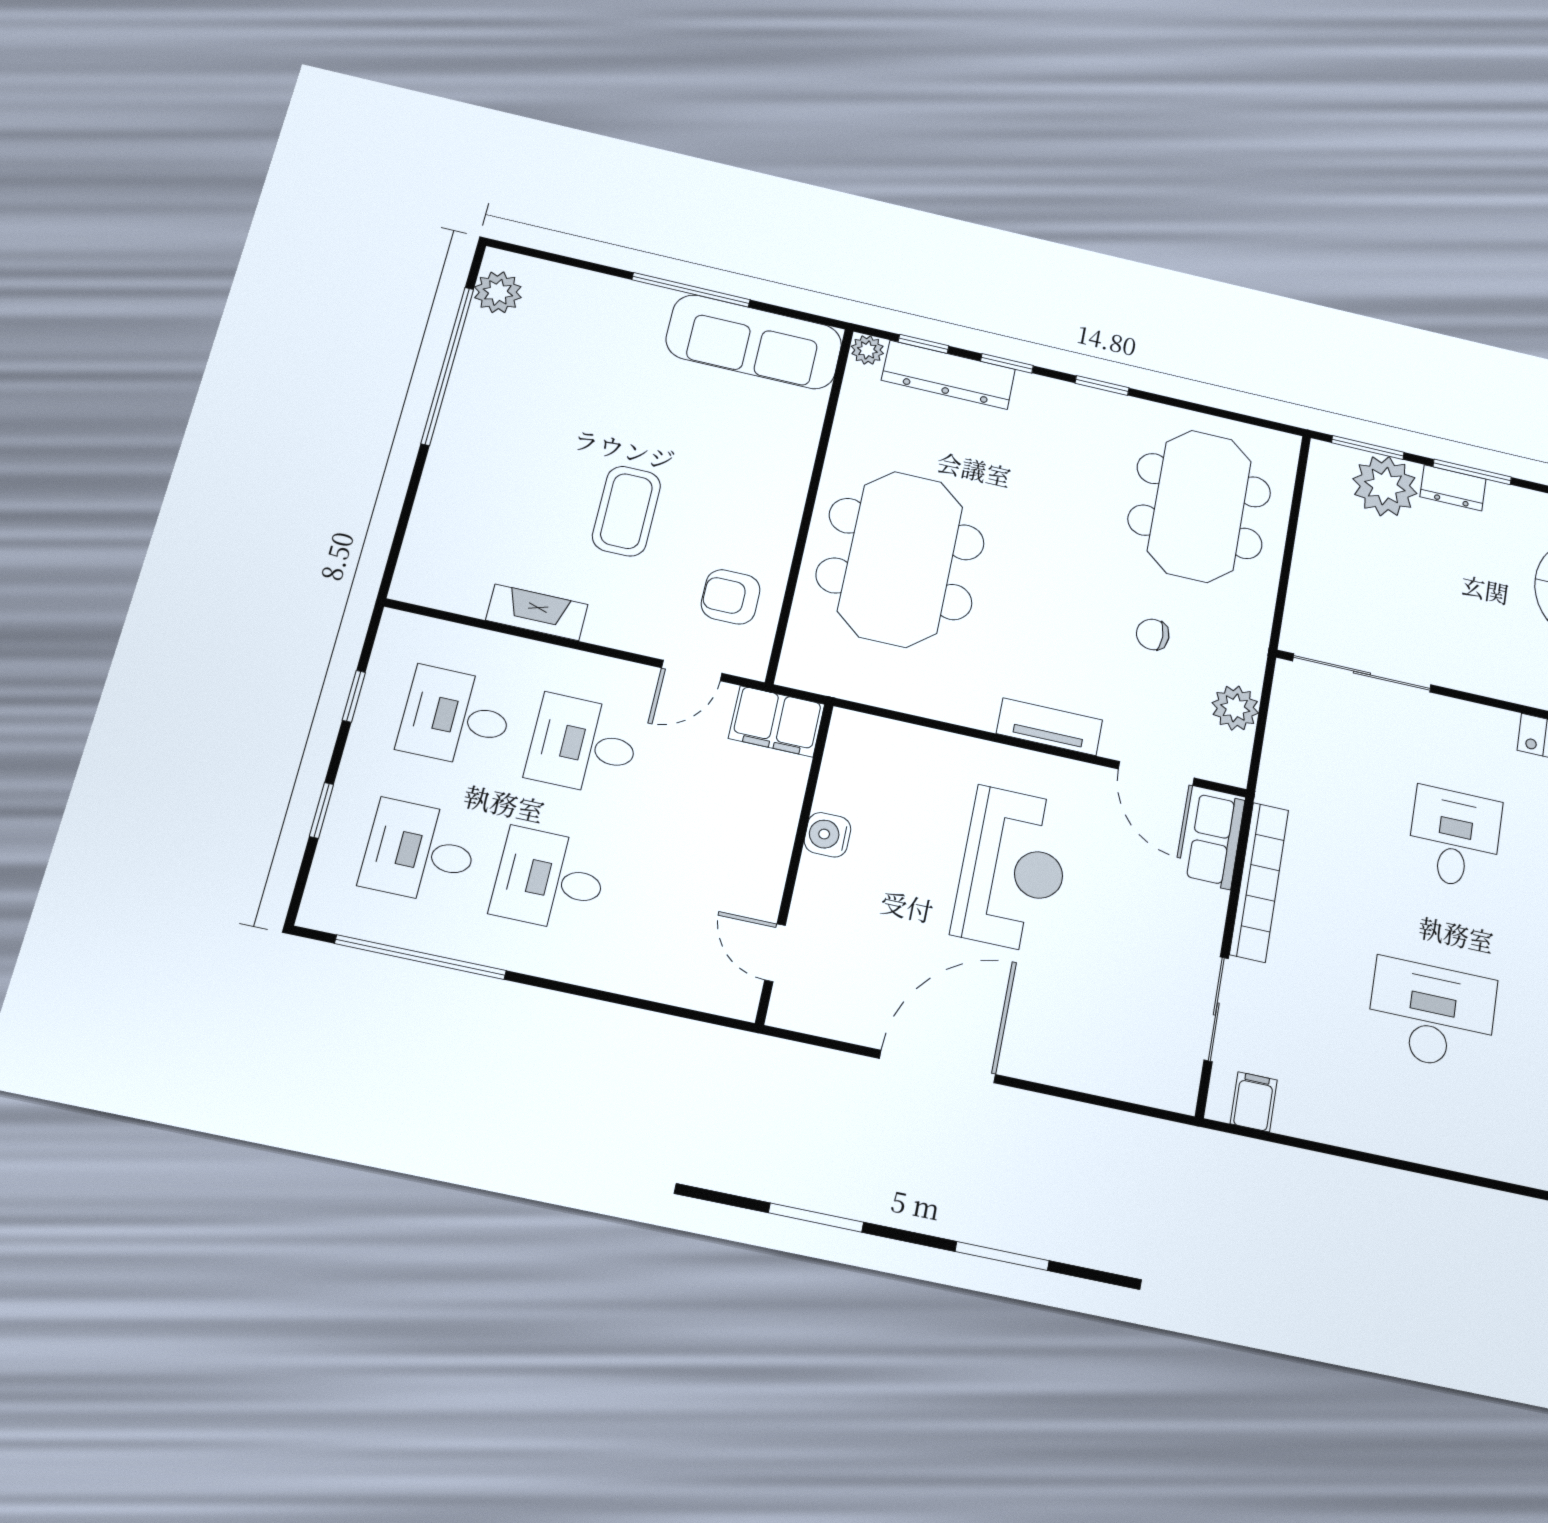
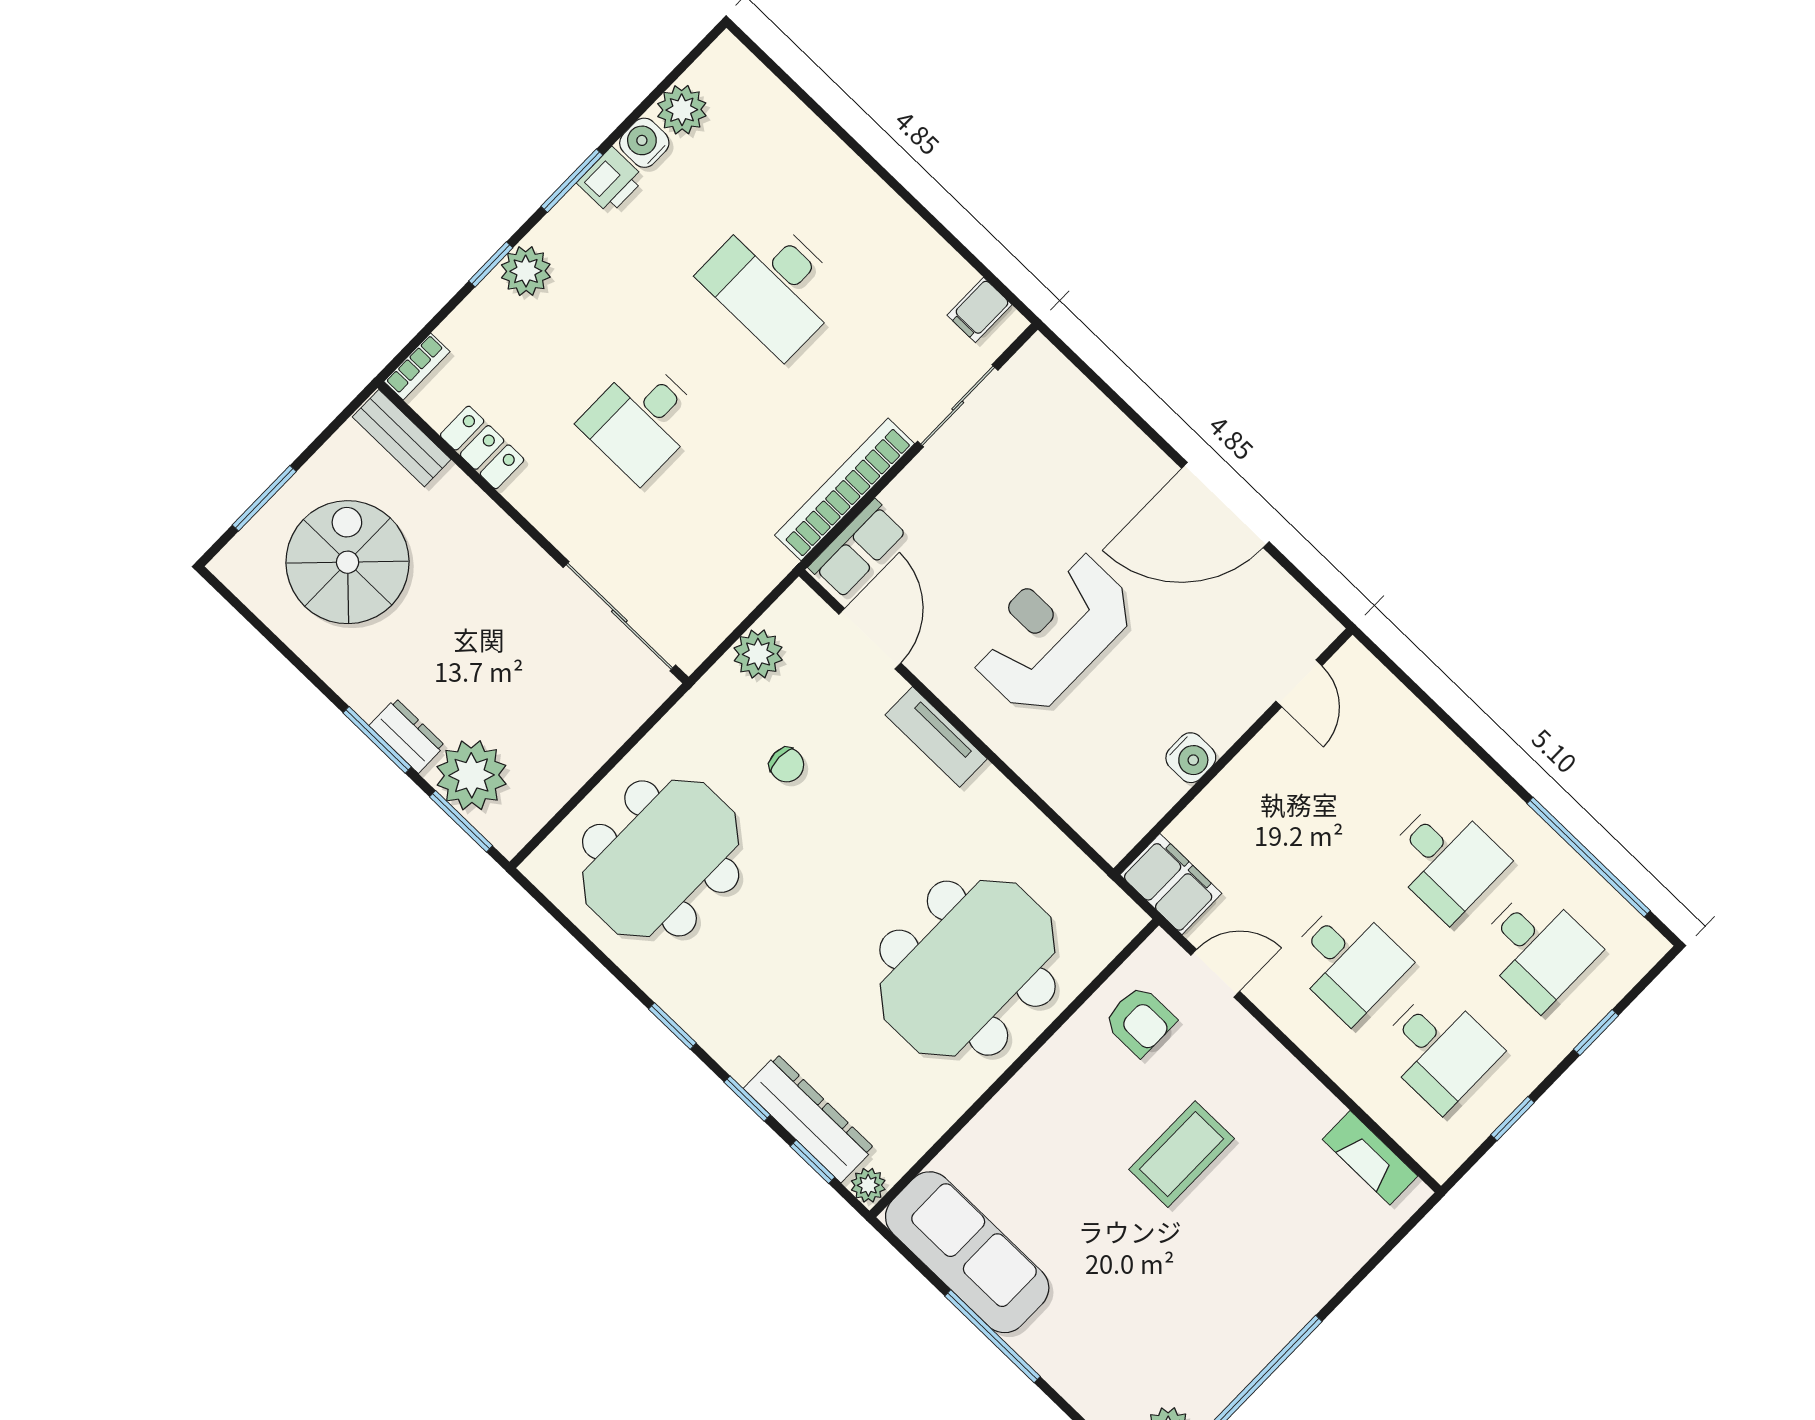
fireplace: (537, 612) -> (1370, 1158), moved

